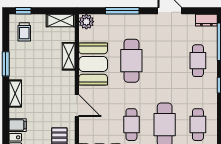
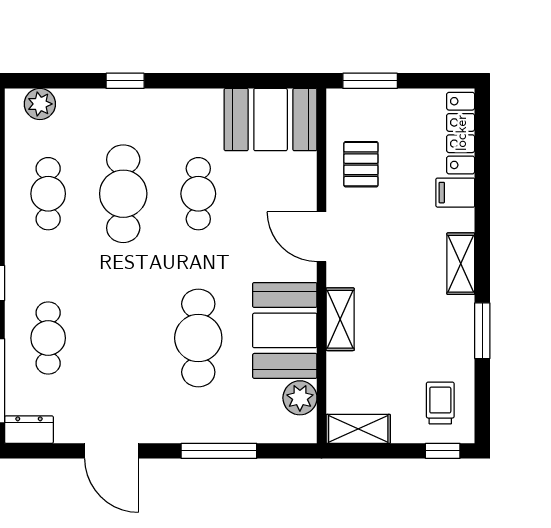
plant: (86, 22) -> (300, 398), moved
shelving: (69, 56) -> (340, 319), moved

